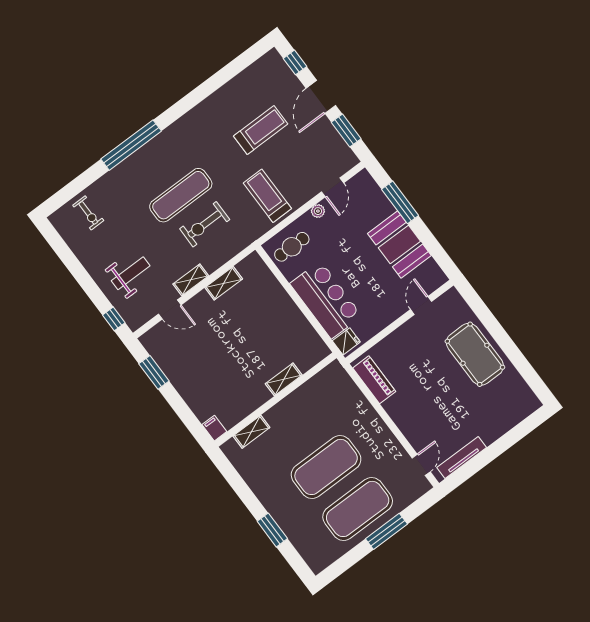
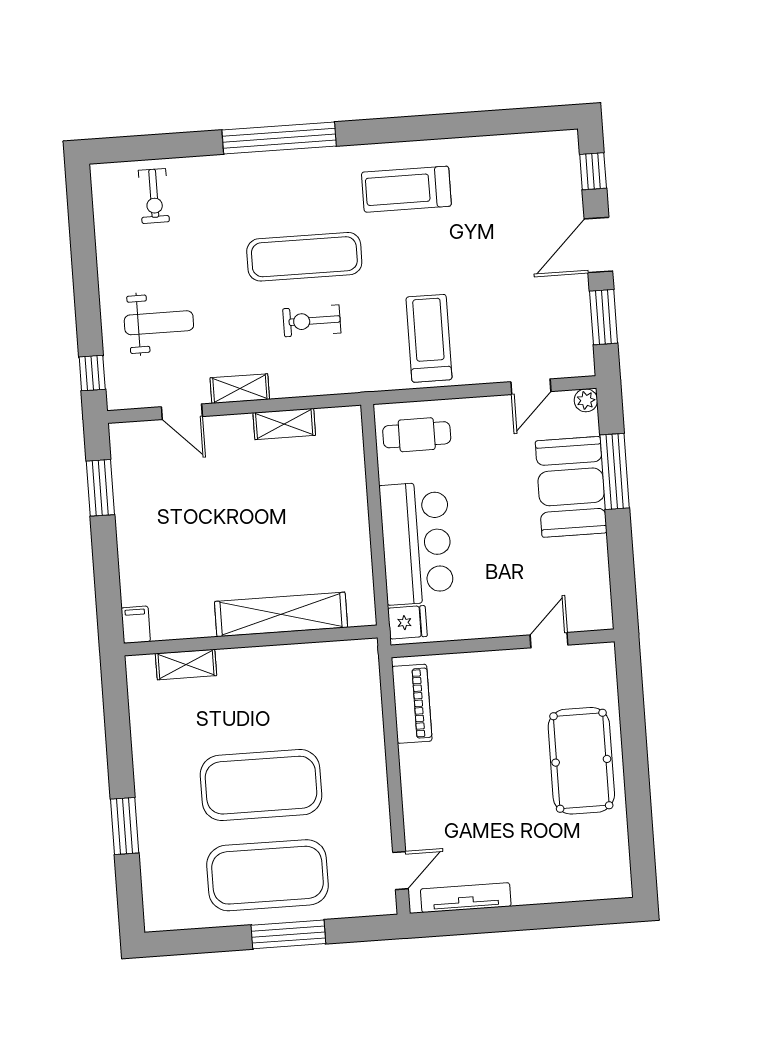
treadmill: (261, 130) -> (406, 189), moved, turned 180
plant: (318, 211) -> (586, 400), moved
exercise bike: (205, 224) -> (312, 321), width x0.73, depth x0.72
booth: (399, 244) -> (571, 487), moved
shelving: (284, 379) -> (281, 614), width x2.20, depth x1.33

